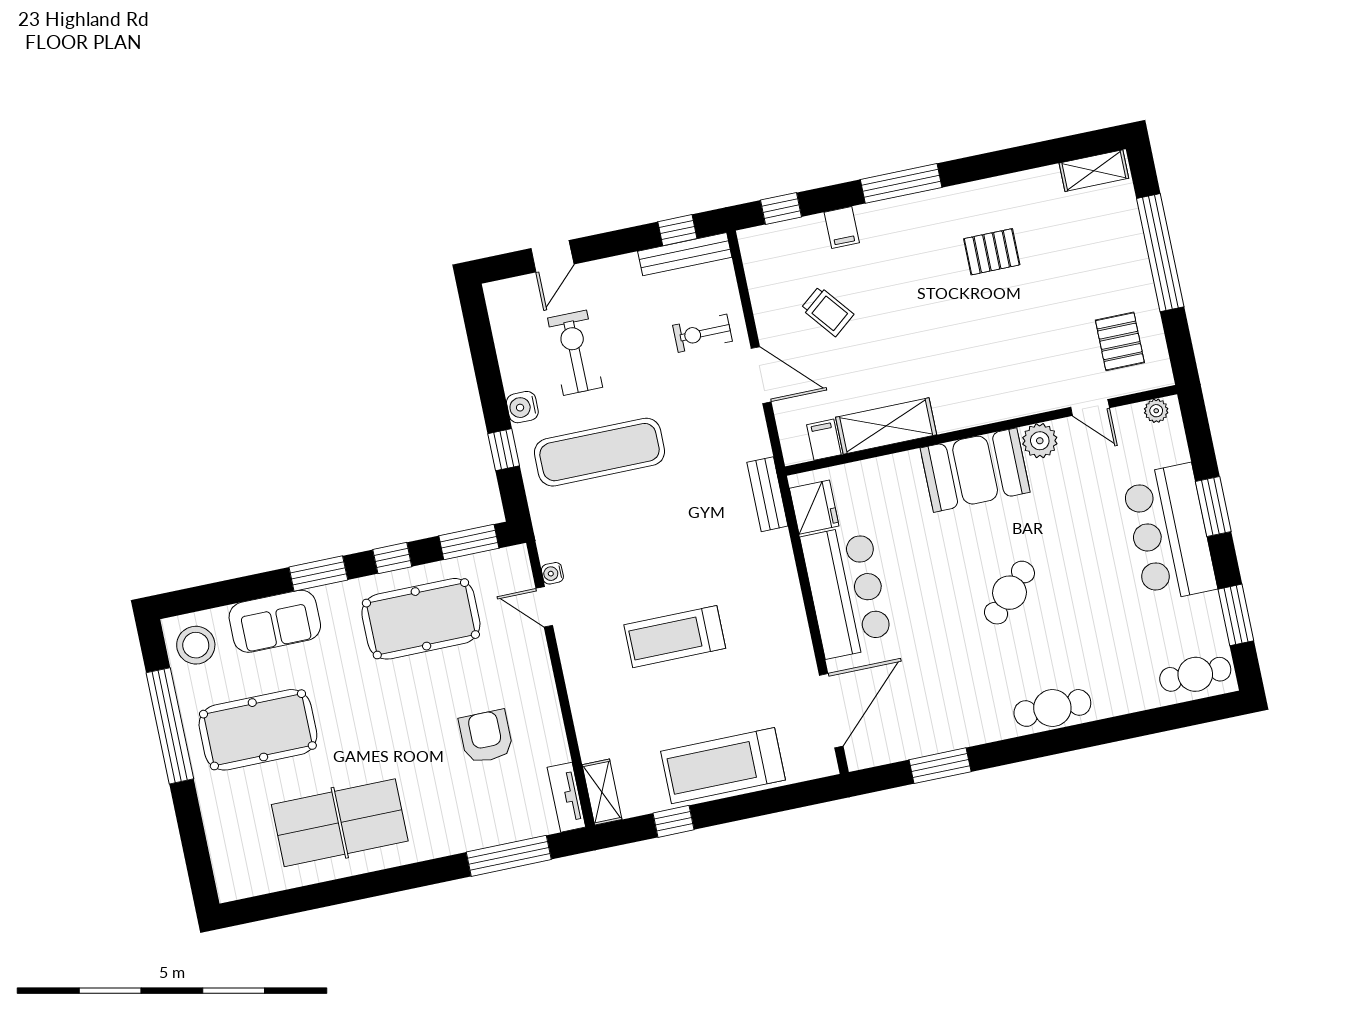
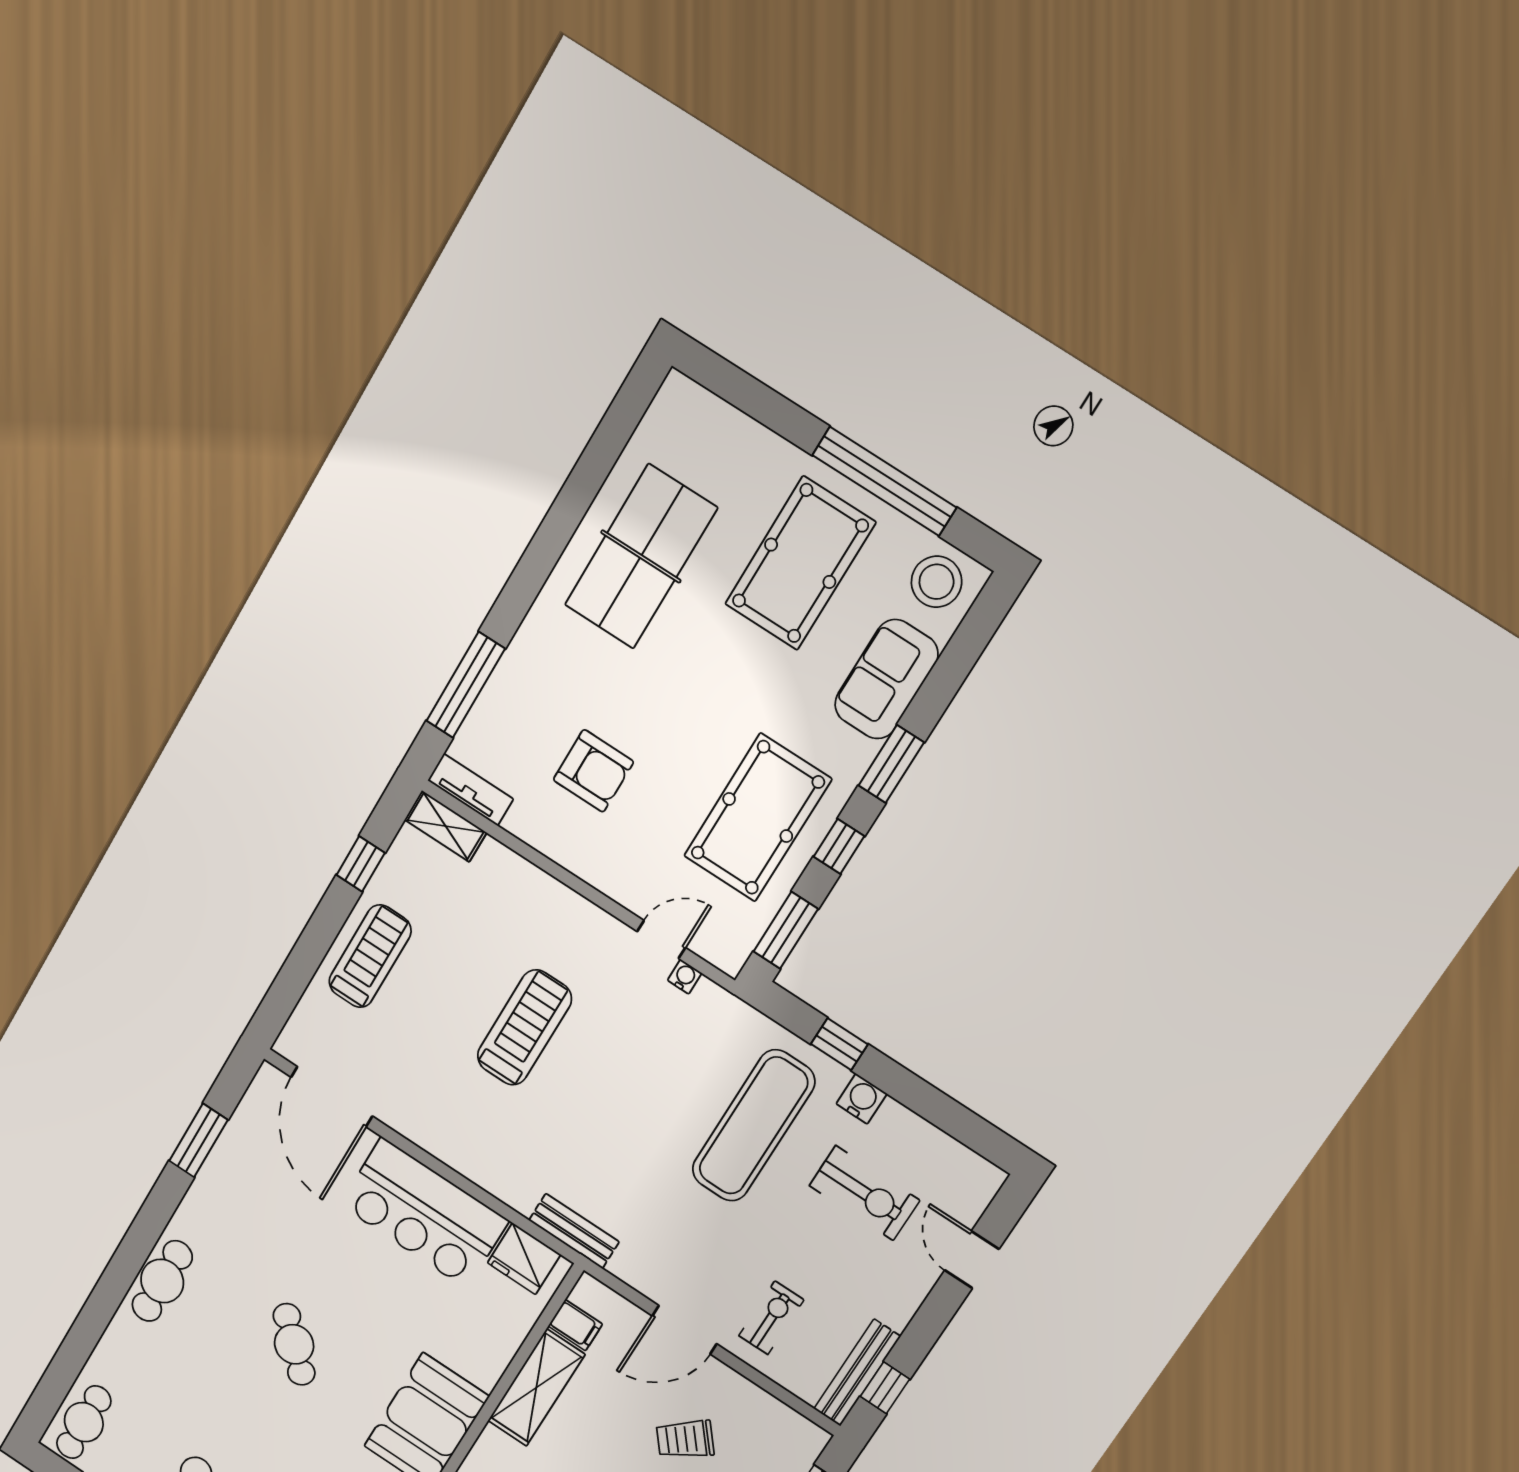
treadmill: (723, 766) -> (370, 956), width x0.73, depth x0.73

